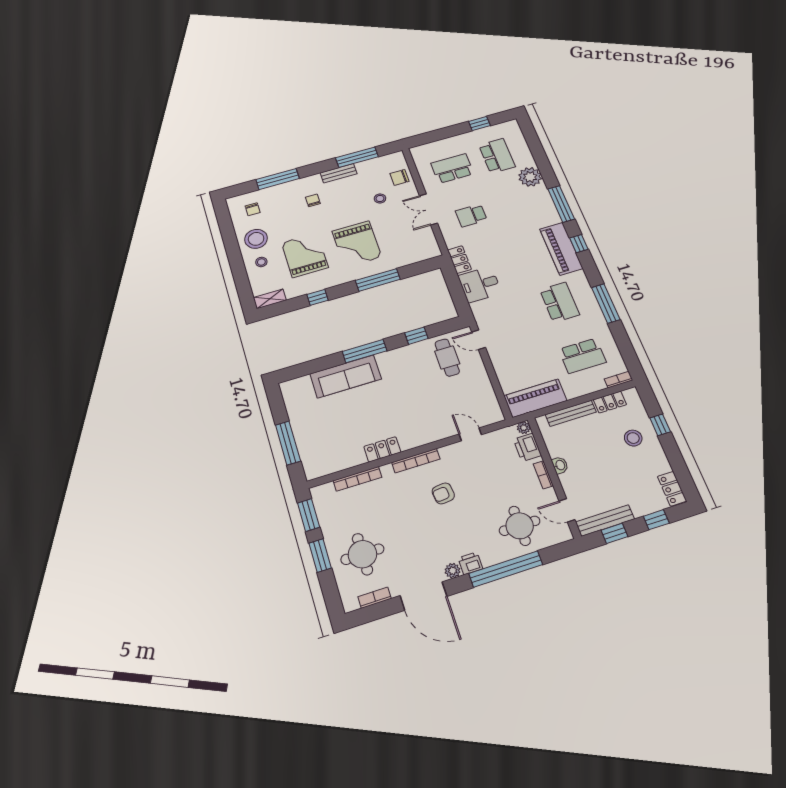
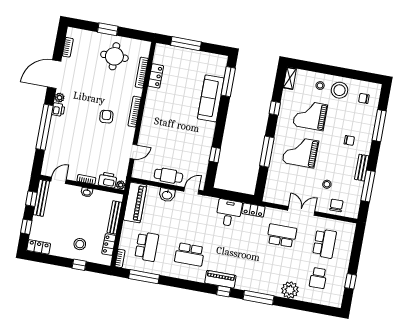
school desk: (497, 156) -> (318, 278), width x0.54
school desk: (471, 215) -> (282, 236), width x1.85
piano: (561, 249) -> (220, 279), width x0.73, depth x0.75
grand piano: (305, 255) -> (310, 115), turned 180
window: (606, 303) -> (144, 277), moved
window: (365, 351) -> (228, 82), moved
school desk: (582, 356) -> (147, 247), turned 180
cafe table: (447, 358) -> (168, 176), moved
washbasin: (502, 365) -> (167, 195), added
locker: (382, 449) -> (156, 76), moved
window: (309, 515) -> (135, 34), removed
round table: (520, 526) -> (64, 149), removed
round table: (362, 554) -> (114, 56), moved

